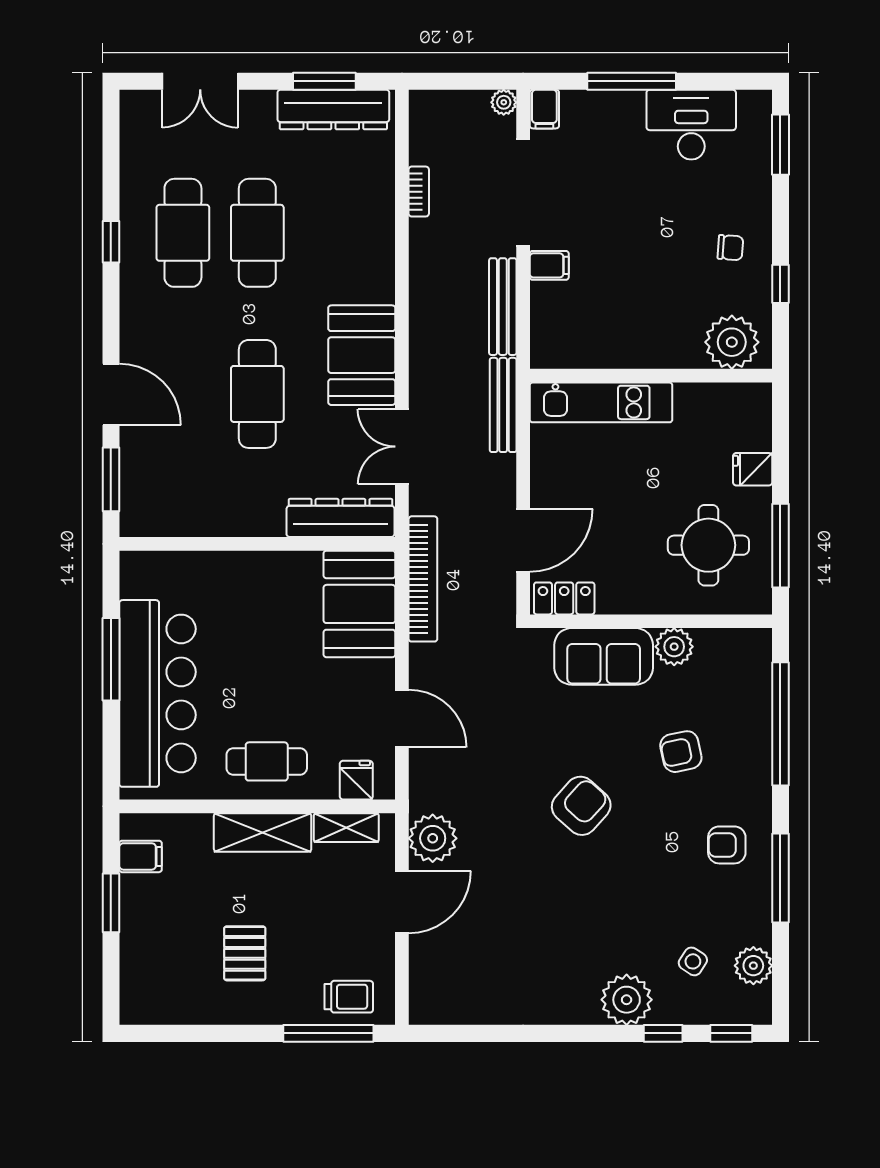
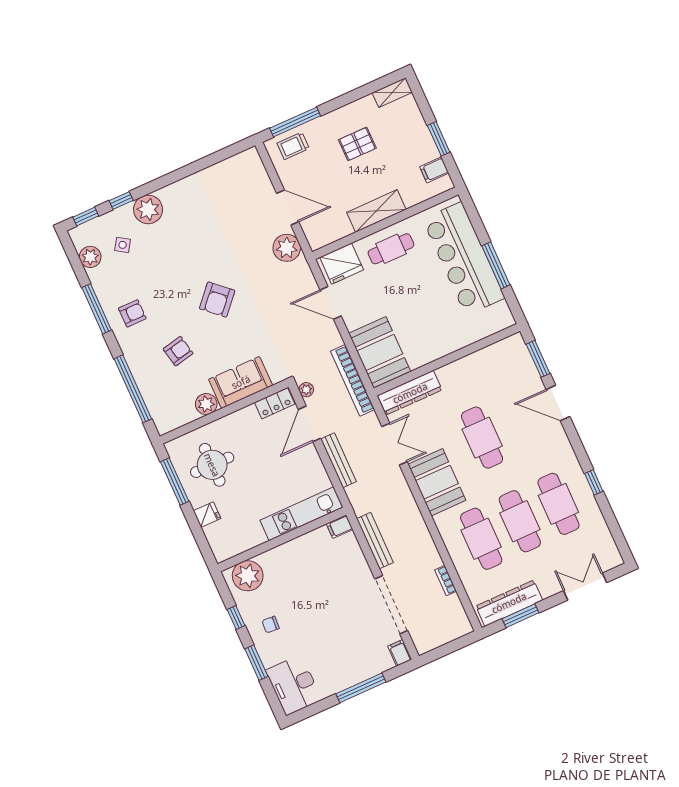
plant: (504, 102) -> (306, 390), moved
desk: (691, 125) -> (294, 685), moved, turned 90
window: (780, 145) -> (256, 663), moved
cafe table: (332, 233) -> (481, 539), added
filing cabinet: (549, 265) -> (340, 527), moved
bench: (503, 405) -> (339, 460), moved
fridge: (356, 780) -> (342, 264), width x1.88, depth x1.34
shelving: (346, 828) -> (392, 93), moved
door: (402, 902) -> (288, 208), swing flipped
pallet: (245, 953) -> (357, 144), turned 90

